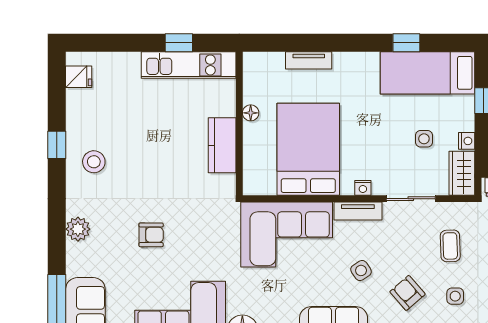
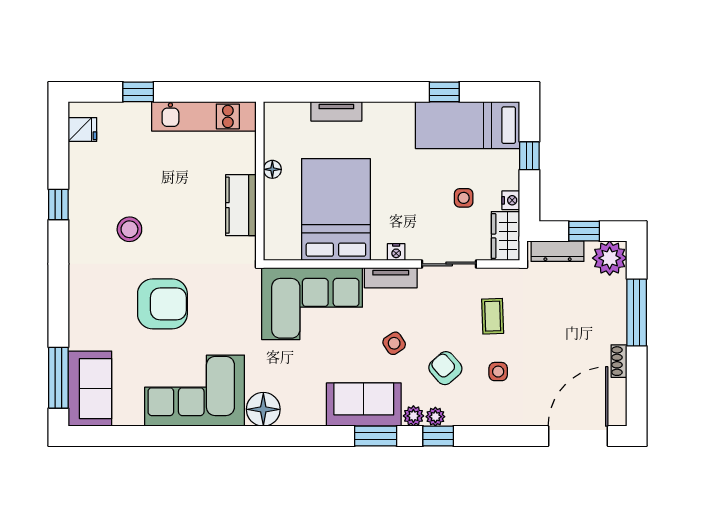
window: (179, 43) -> (138, 92), moved
stool: (94, 162) -> (129, 229), moved
plant: (78, 229) -> (82, 298), removed
armchair: (151, 235) -> (162, 304), width x1.88, depth x1.88

